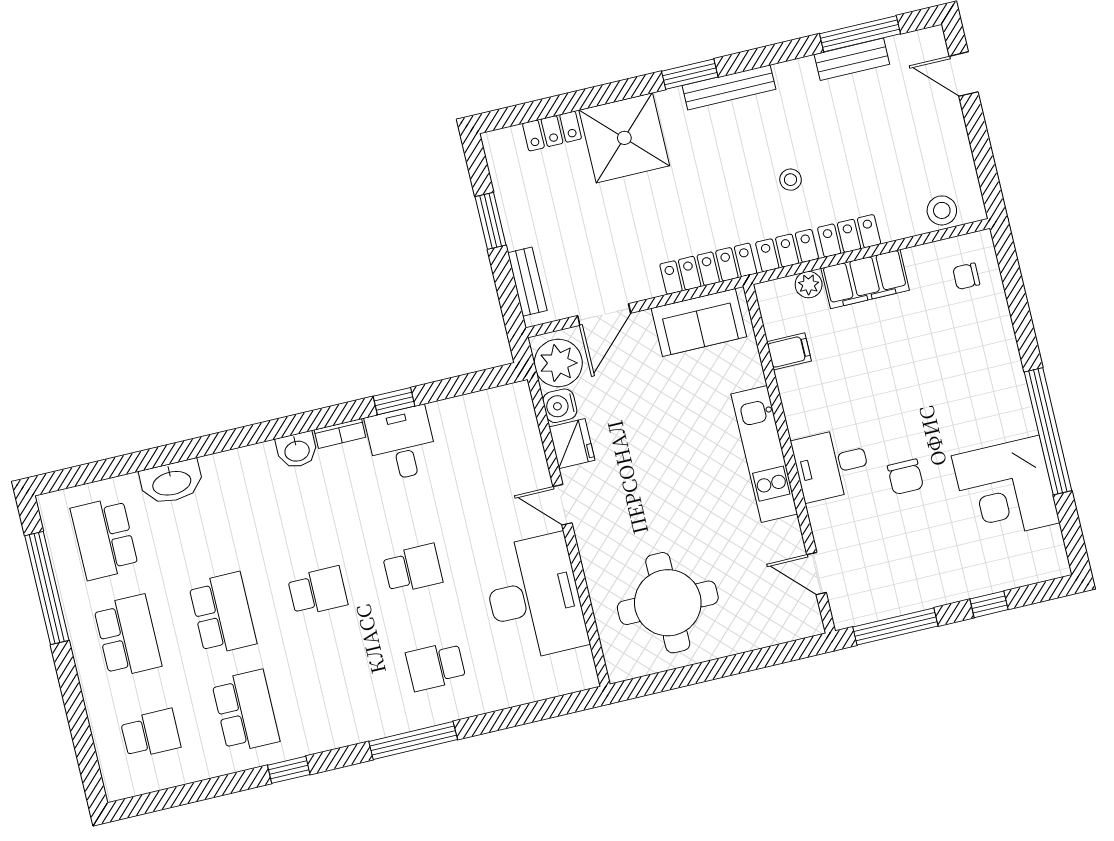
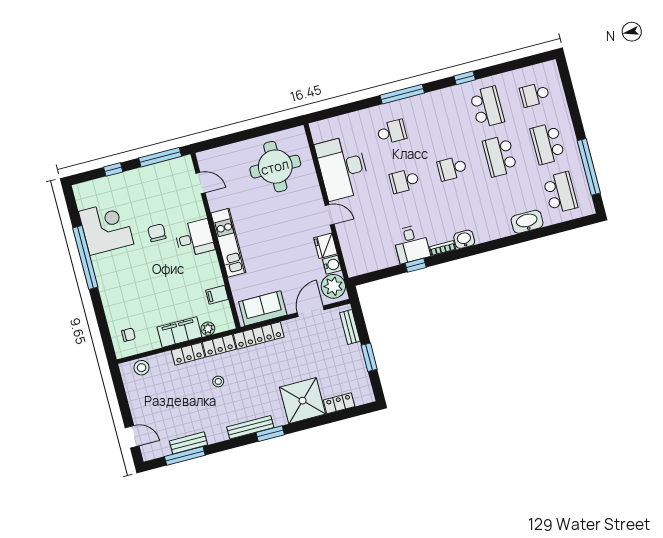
school desk: (246, 711) -> (487, 107), turned 180

